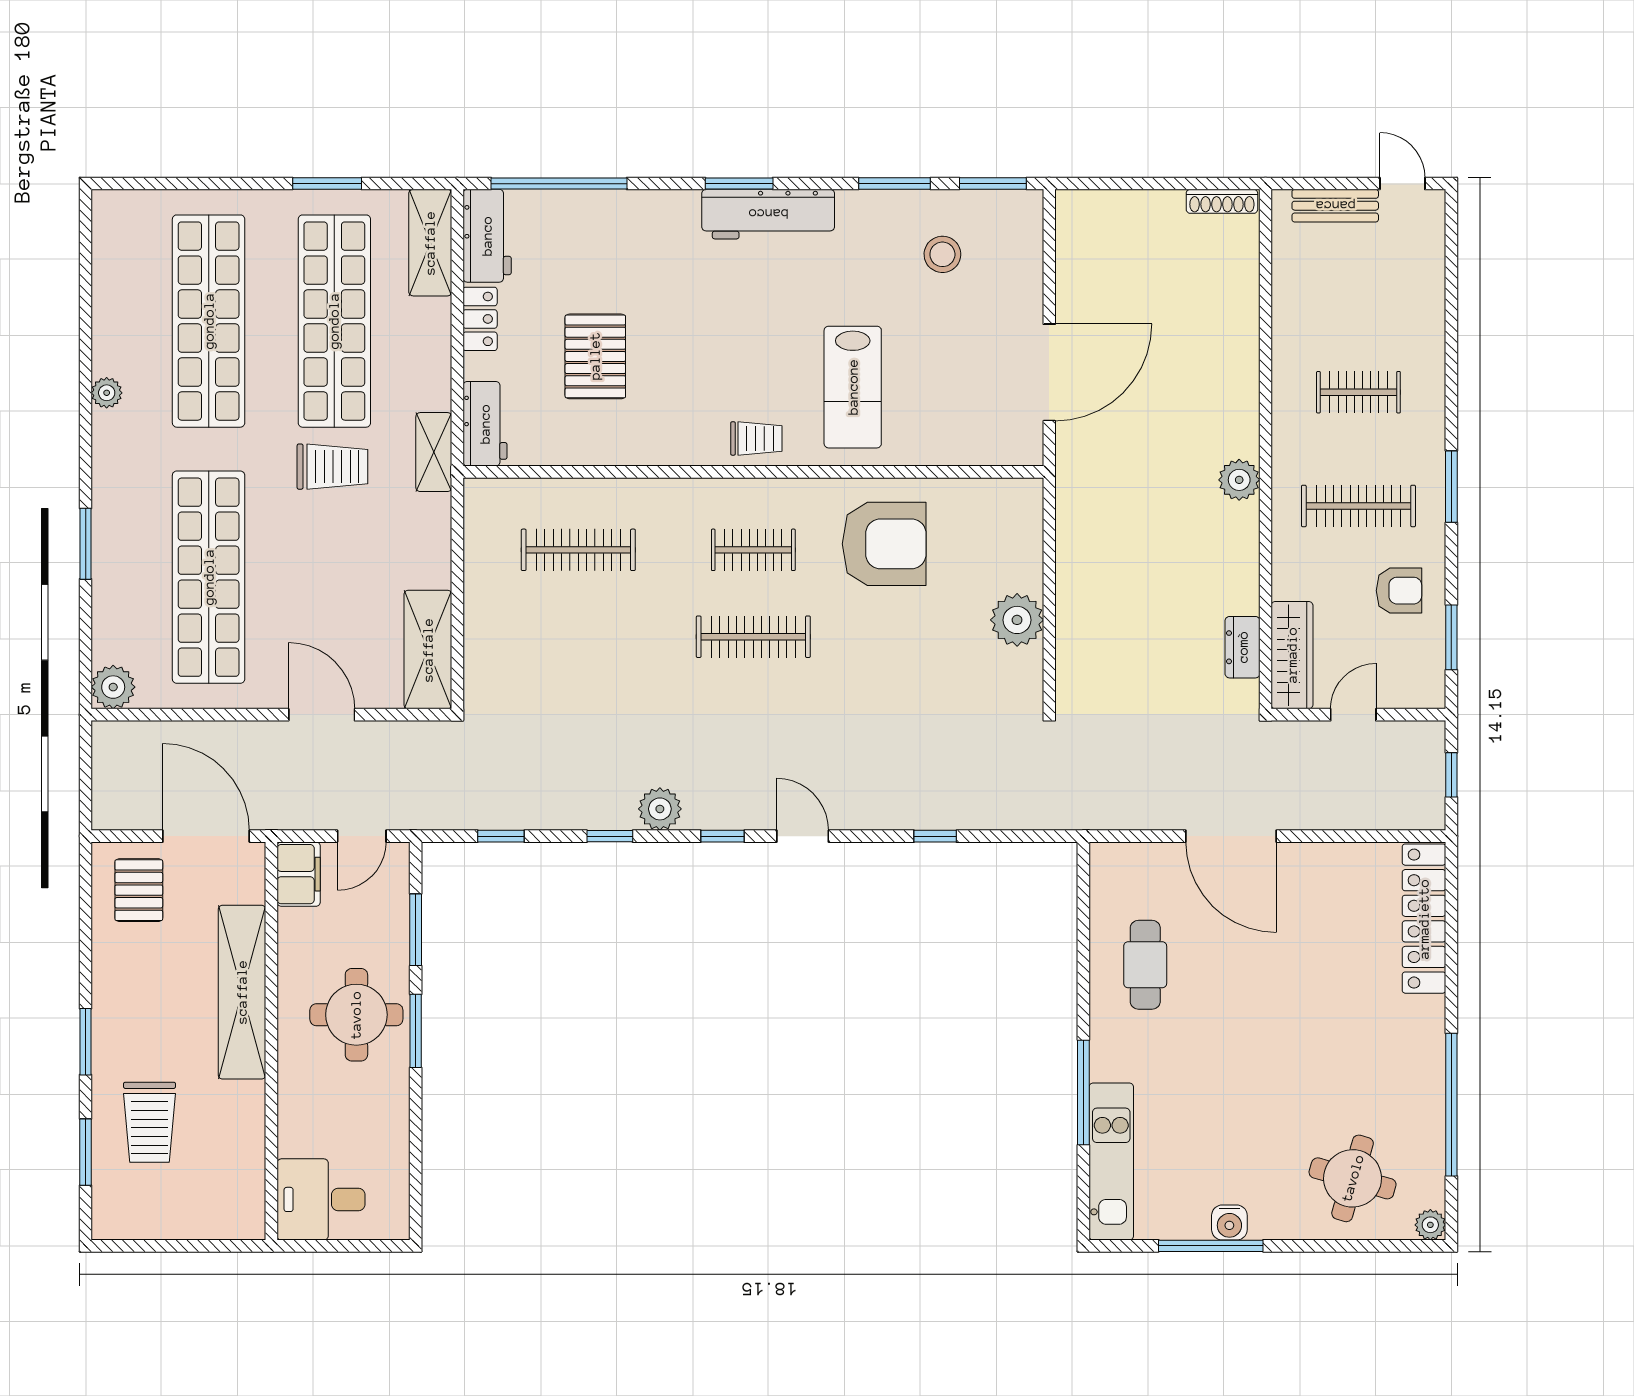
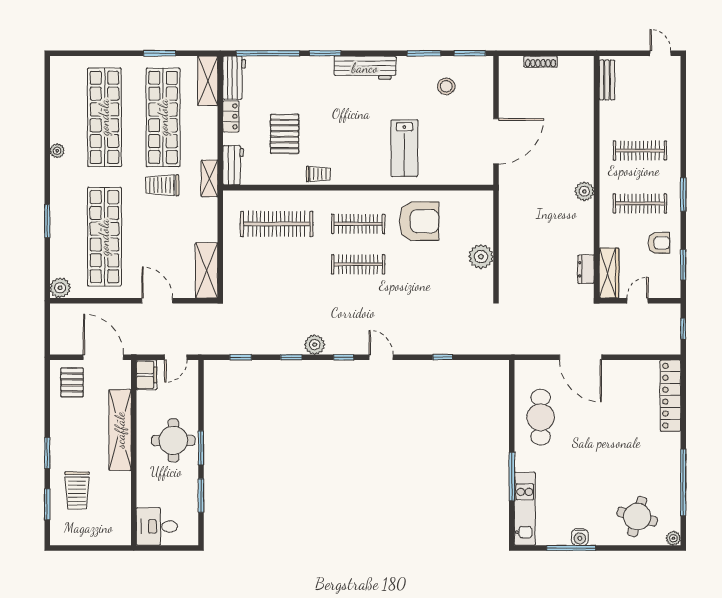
window: (739, 184) -> (325, 53), moved
shoe rack: (1222, 201) -> (540, 62), moved
bench: (1335, 206) -> (607, 80), moved, turned 90
clothes rail: (1358, 392) -> (640, 151), width x1.36
trolley: (756, 438) -> (318, 174), moved
trolley: (332, 467) -> (162, 185), turned 180
clothes rail: (578, 550) -> (277, 224), width x1.37, depth x1.31
clothes rail: (753, 550) -> (358, 224), width x1.36
window: (416, 930) -> (201, 496), moved
cafe table: (1145, 965) -> (541, 417), width x1.37, depth x1.35

